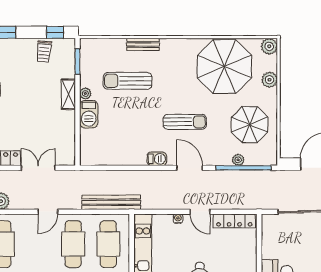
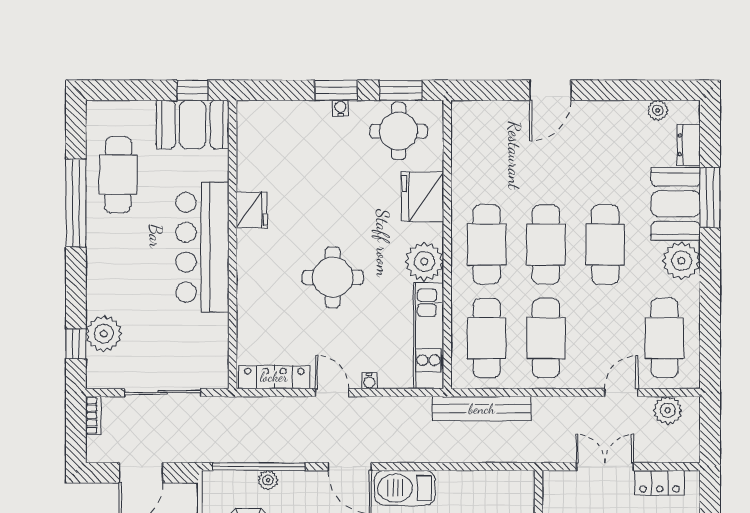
barbecue: (157, 159) -> (405, 488), width x1.88, depth x1.53
double door: (38, 168) -> (605, 467), swing flipped
door: (48, 212) -> (621, 393), moved

